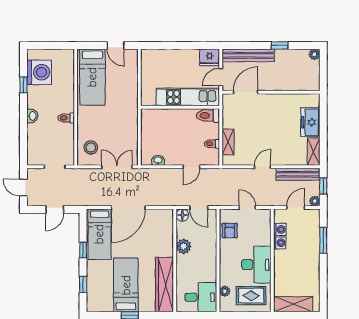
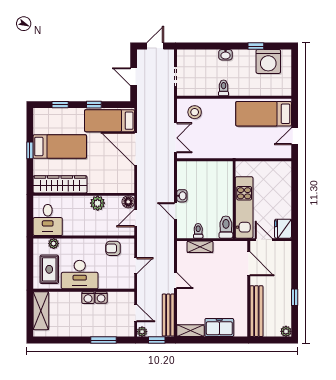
bench: (248, 55) -> (256, 311), moved
washbasin: (158, 160) -> (182, 196), moved
washing machine: (280, 229) -> (88, 298), moved

